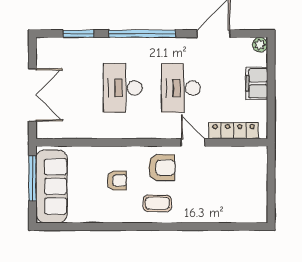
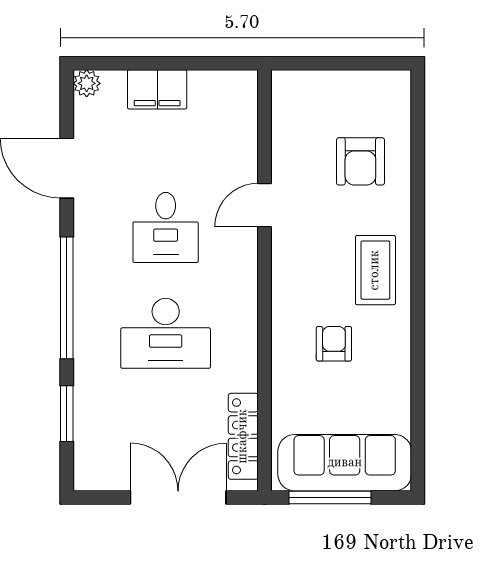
desk: (181, 88) -> (166, 227), width x0.73
locker: (234, 131) -> (243, 436), moved
armchair: (162, 168) -> (360, 161), moved, turned 180
coffee table: (157, 203) -> (375, 270), width x1.36, depth x1.30

